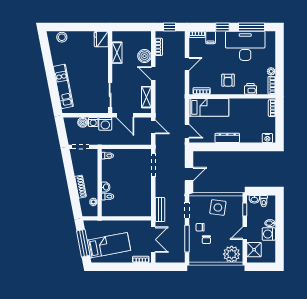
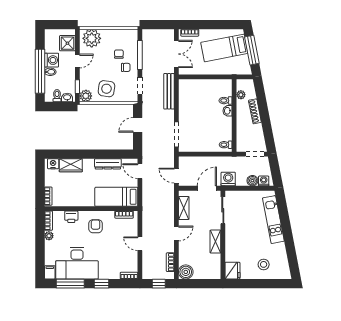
stool: (62, 37) -> (264, 264), moved
filing cabinet: (211, 37) -> (50, 272), moved
shelving: (117, 53) -> (215, 242), moved
boiler: (145, 56) -> (186, 272), moved
door: (187, 64) -> (140, 244), hinge flipped
door: (153, 73) -> (176, 233), hinge flipped
door: (125, 115) -> (207, 188), hinge flipped
washing machine: (93, 122) -> (264, 181), moved
wardrobe: (251, 137) -> (71, 165), added
dresser: (227, 138) -> (108, 164), moved
plant: (237, 201) -> (86, 96), added
bench: (160, 210) -> (169, 91), width x1.36
window: (279, 224) -> (40, 71), added
double door: (153, 240) -> (176, 54), swing flipped

